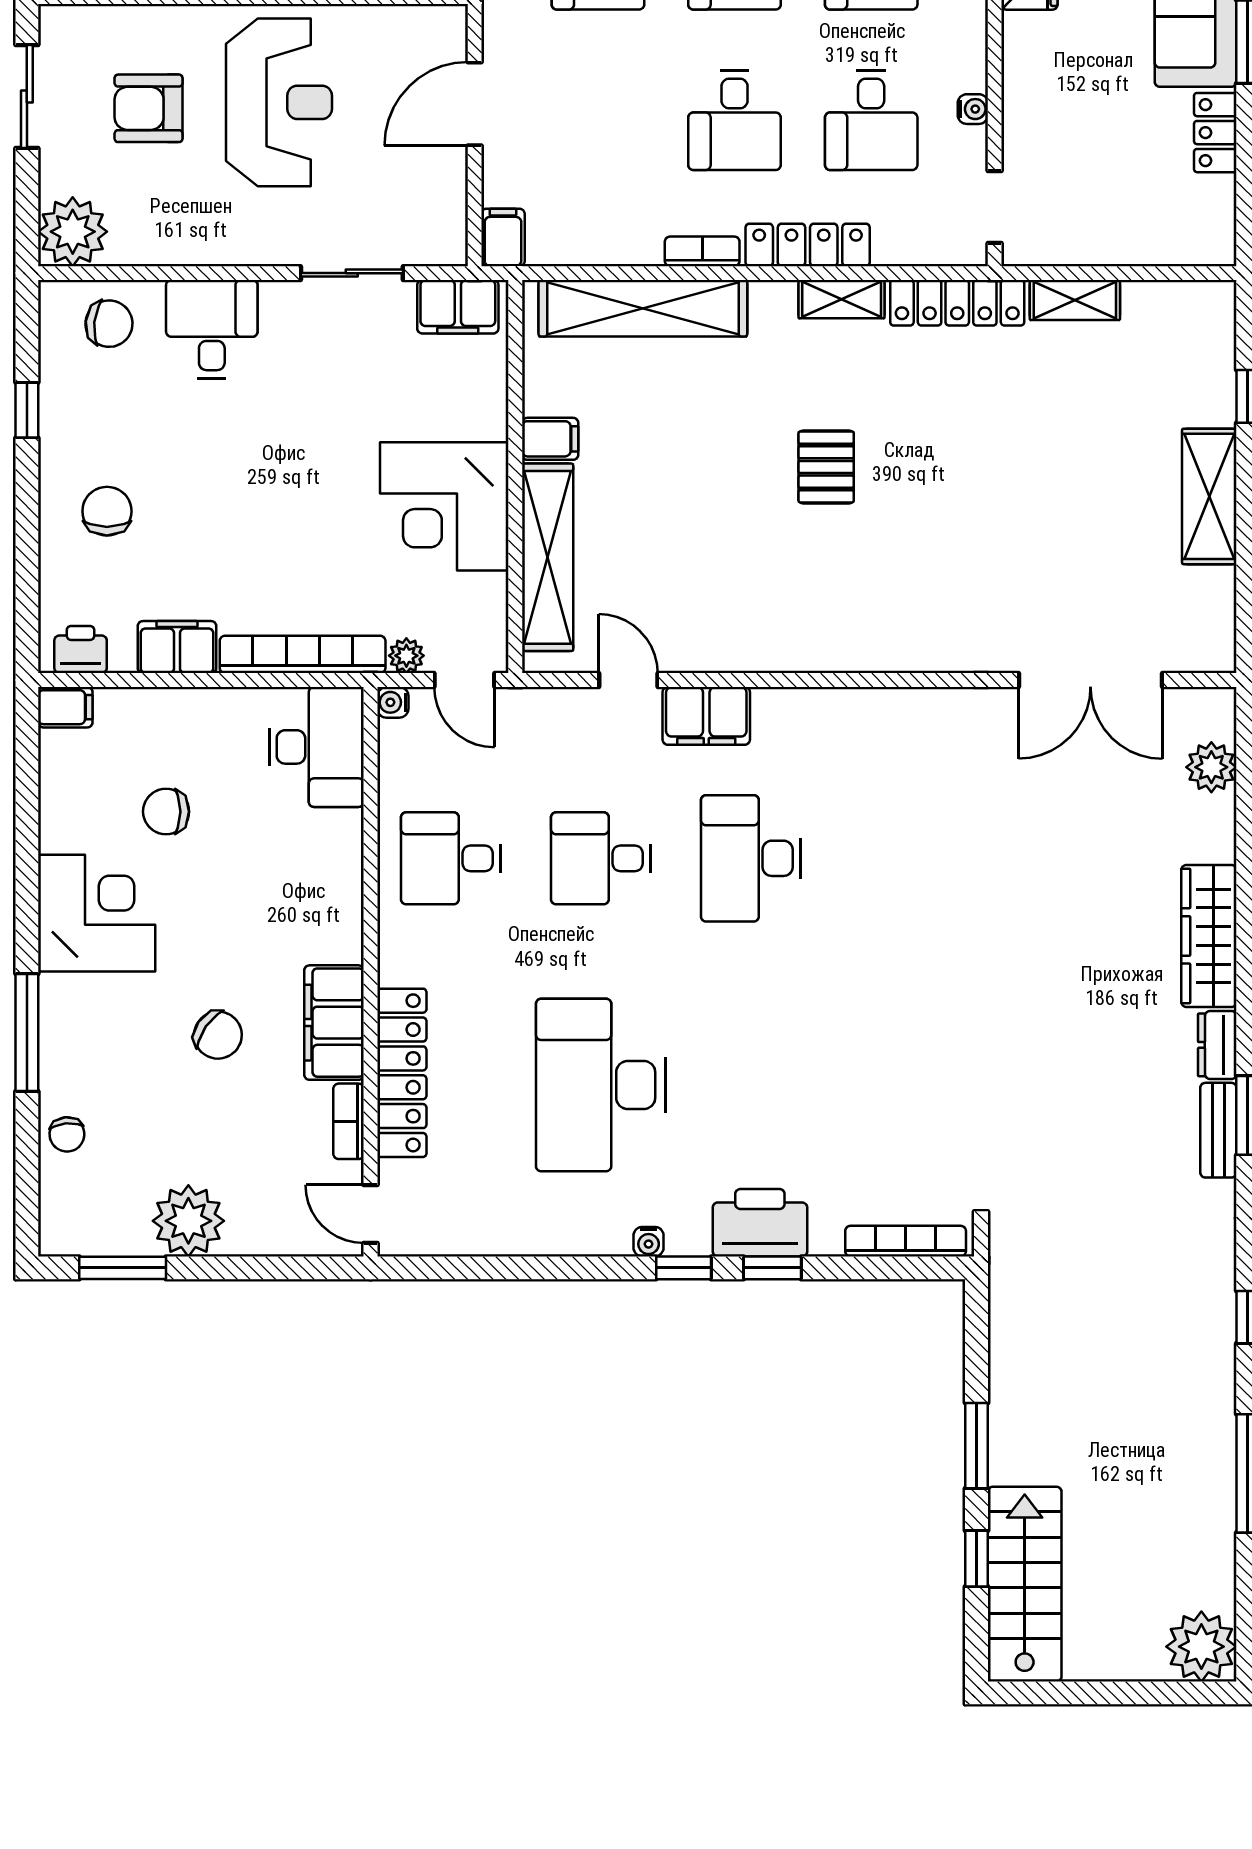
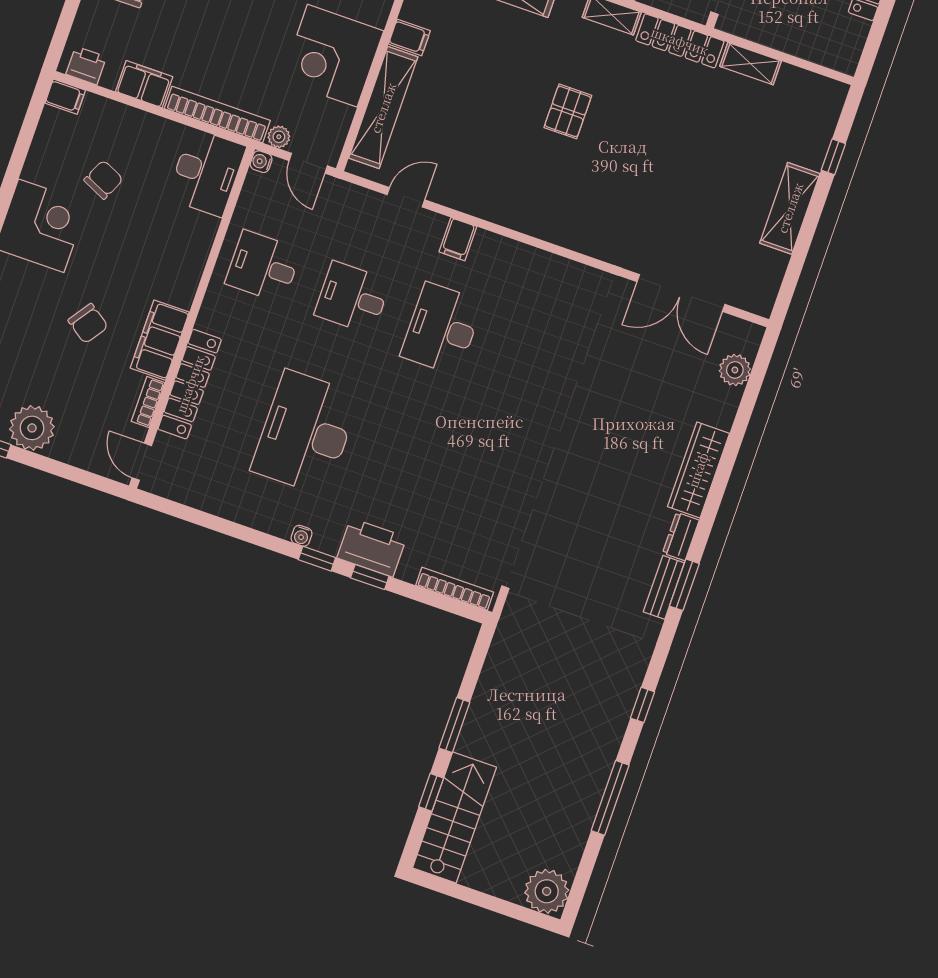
door: (628, 680) -> (406, 197), hinge flipped
filing cabinet: (706, 716) -> (458, 239), width x0.50
chair: (166, 812) -> (104, 180), turned 115

